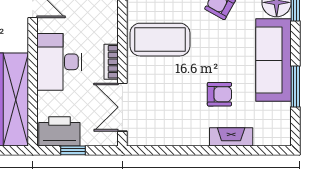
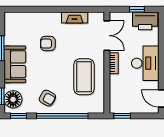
coffee table: (160, 40) -> (84, 77), turned 90
sofa: (273, 60) -> (15, 64), width x0.73
fireplace: (231, 137) -> (75, 18), moved

